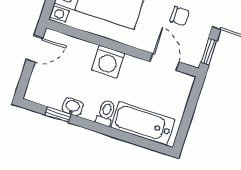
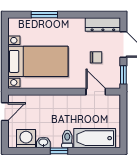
washing machine: (108, 62) -> (26, 139), moved, turned 180
window: (58, 115) -> (59, 151), moved

